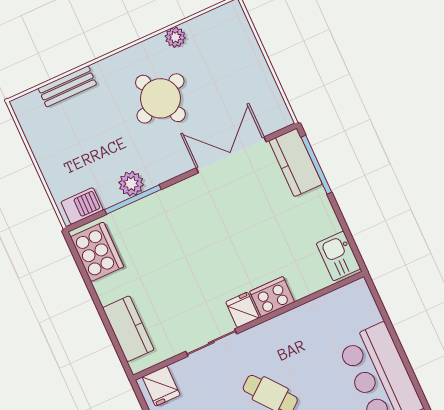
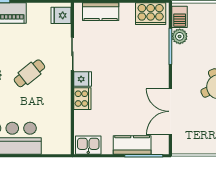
double door: (231, 155) -> (170, 111), swing flipped
kitchen counter: (296, 162) -> (132, 145), moved
plant: (131, 184) -> (180, 36), moved

